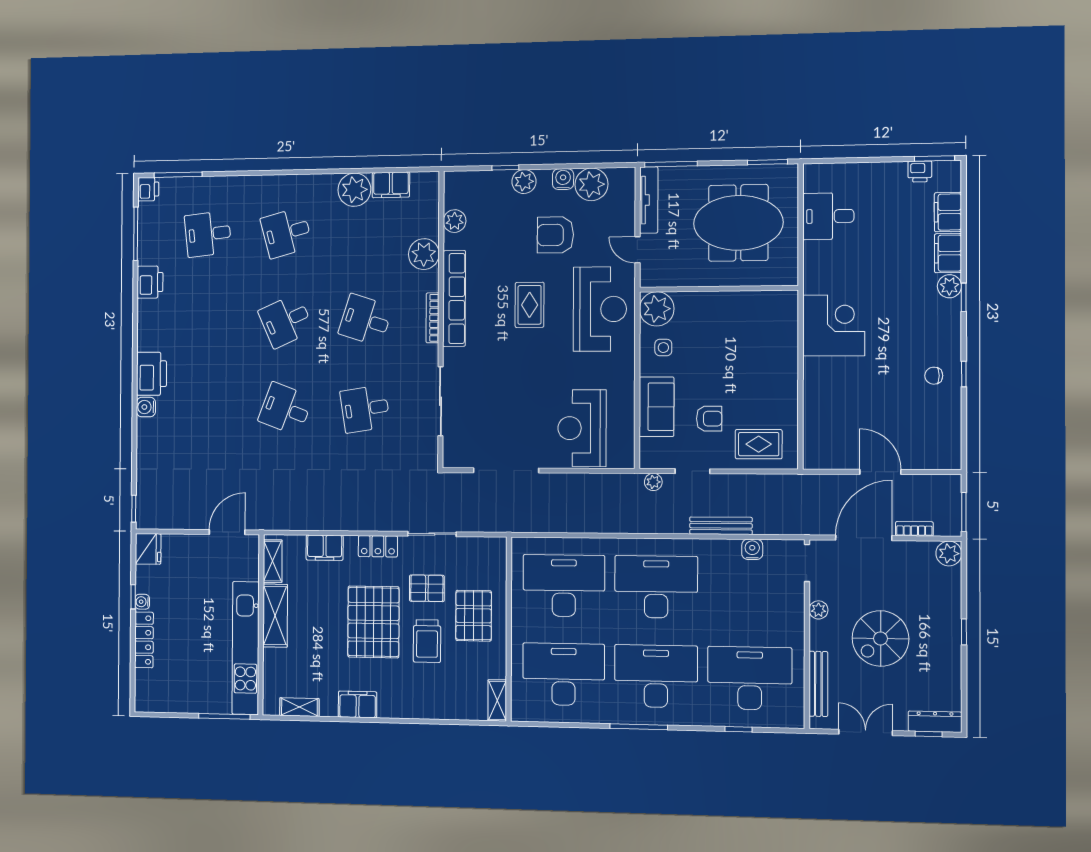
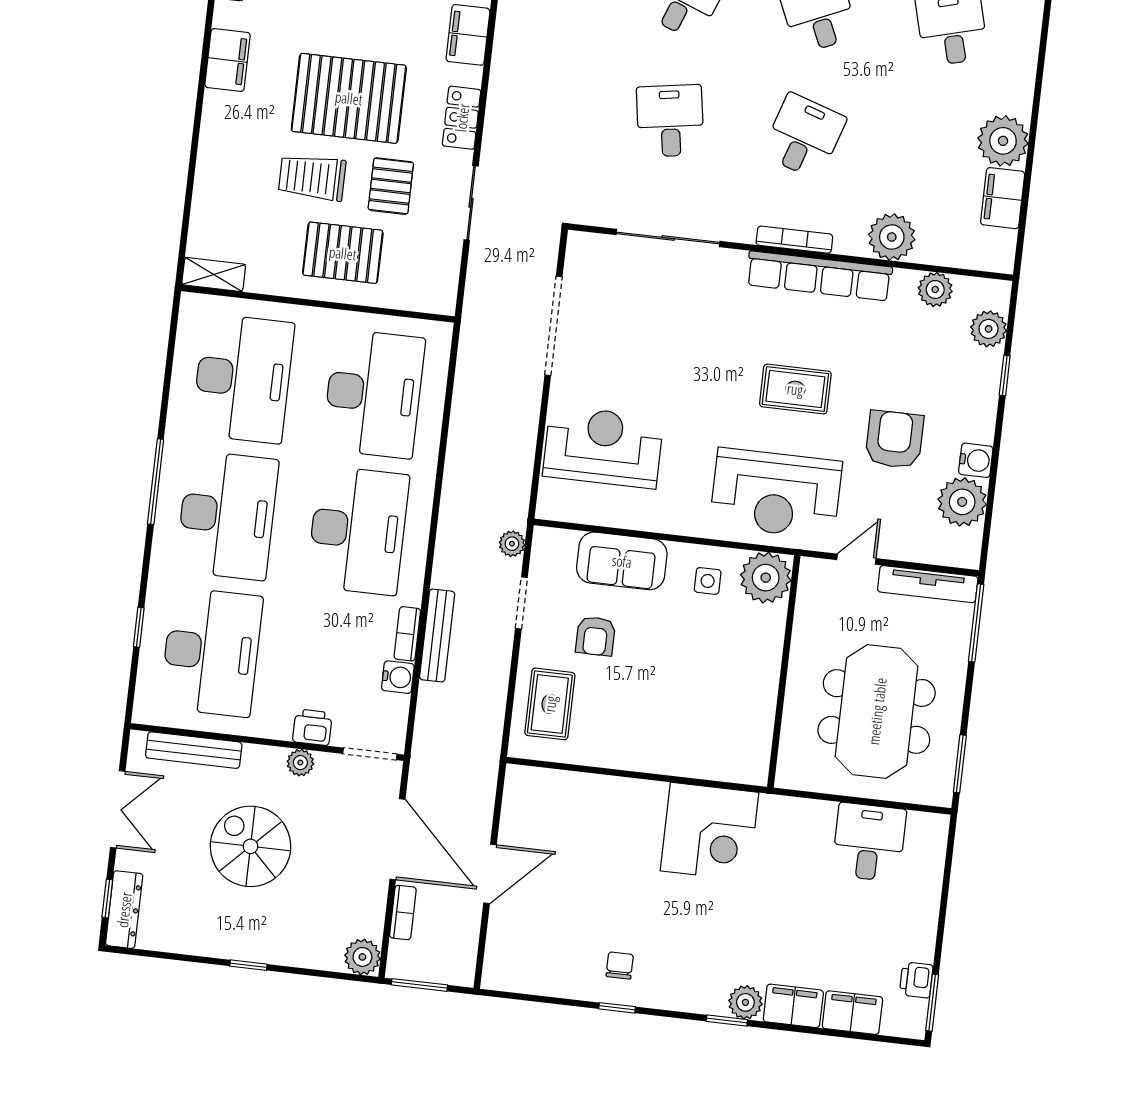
plant: (524, 182) -> (989, 329), moved
bookcase: (722, 546) -> (407, 634), added
printer: (793, 604) -> (312, 727), added

